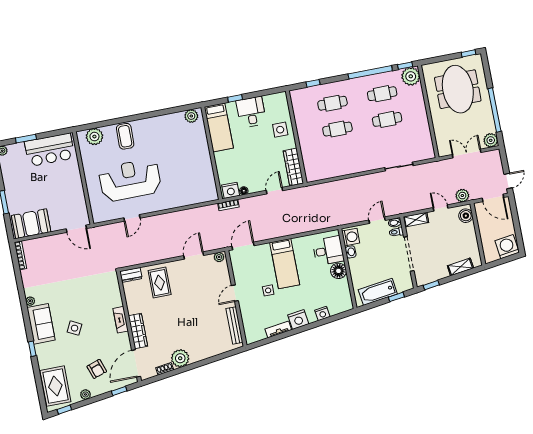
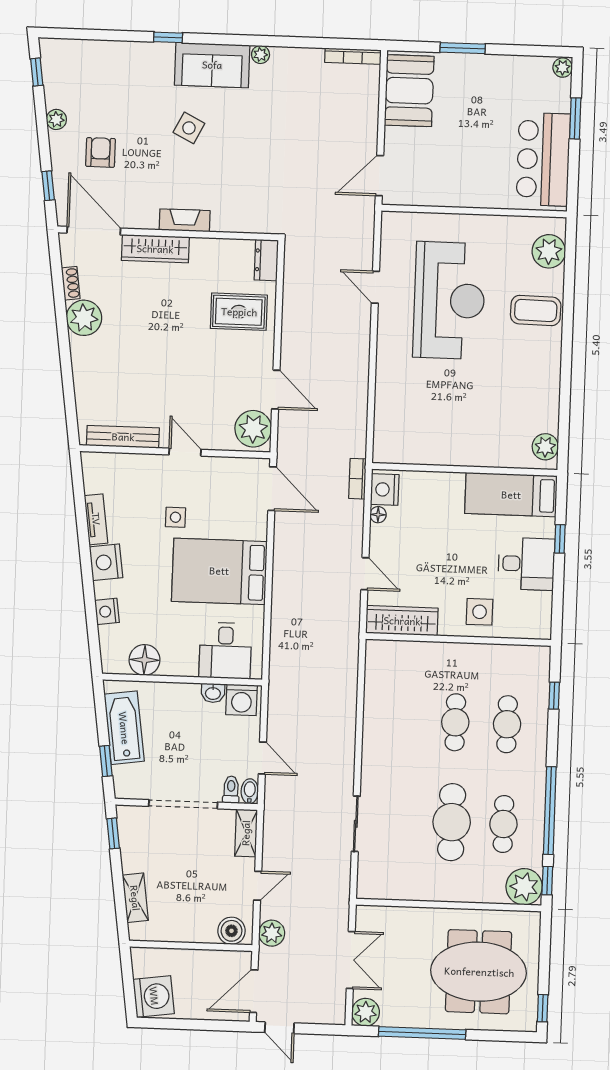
cafe table: (387, 119) -> (452, 822), width x1.37, depth x1.35
plant: (219, 257) -> (253, 429), width x1.87, depth x1.87
bed: (285, 264) -> (219, 571), width x1.50
floor lamp: (338, 271) -> (145, 660), moved
armchair: (97, 369) -> (101, 152), turned 109
rug: (55, 386) -> (86, 65), removed

